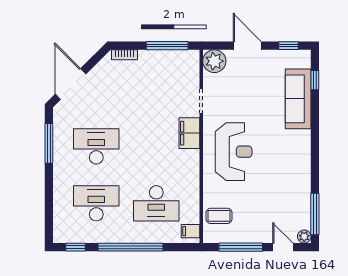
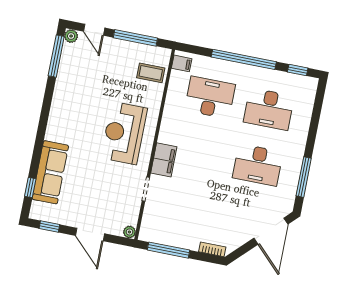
plant: (214, 61) -> (129, 232), width x0.53, depth x0.53

